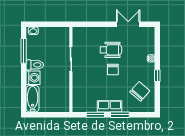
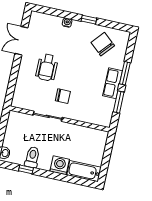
wheelchair: (111, 50) -> (47, 67), turned 180
window: (24, 51) -> (26, 169), width x0.46
toilet: (35, 65) -> (32, 157), moved
chair: (113, 70) -> (63, 96), moved

